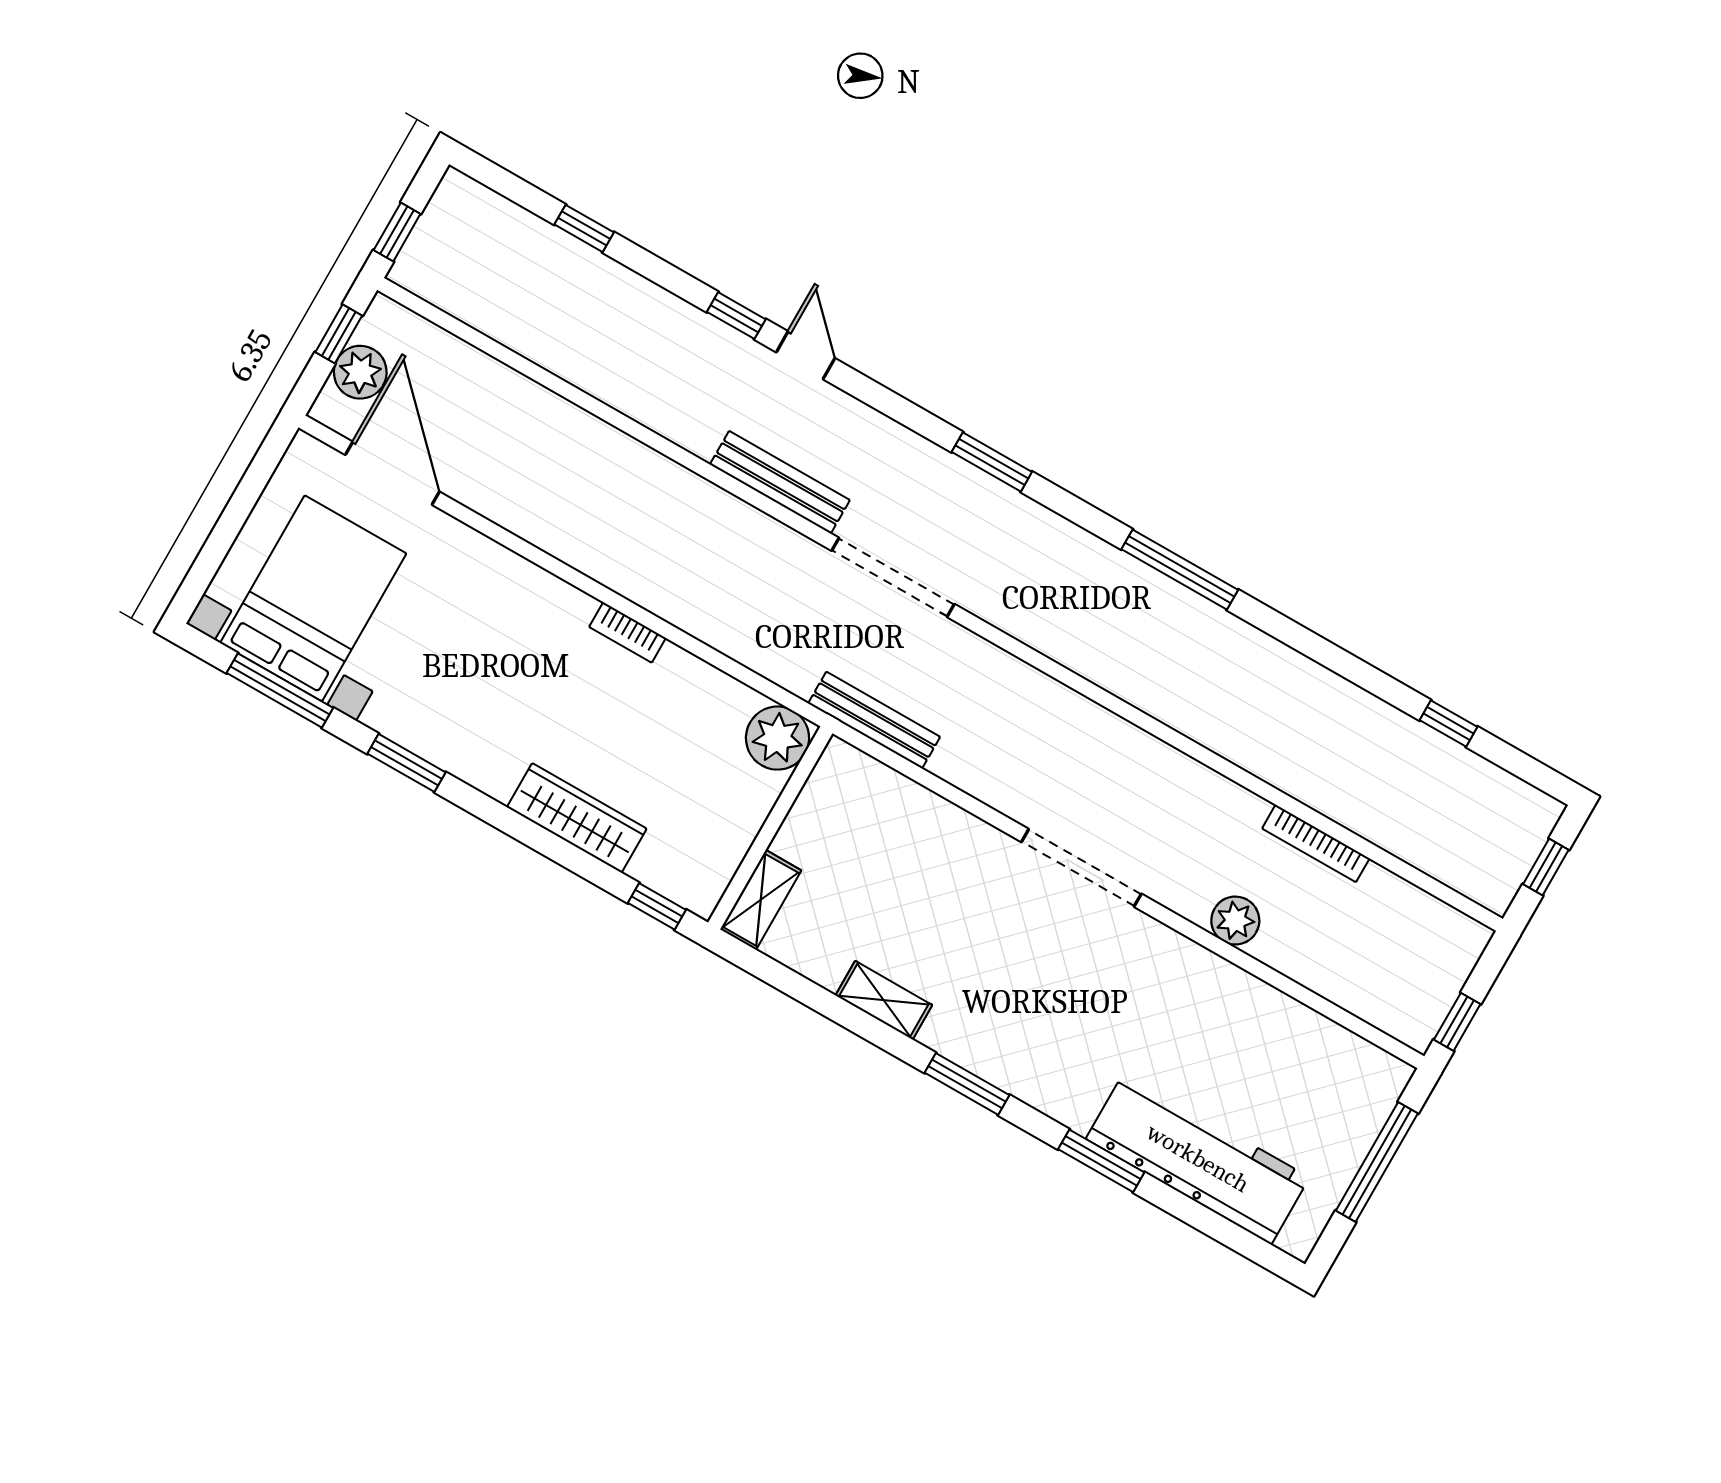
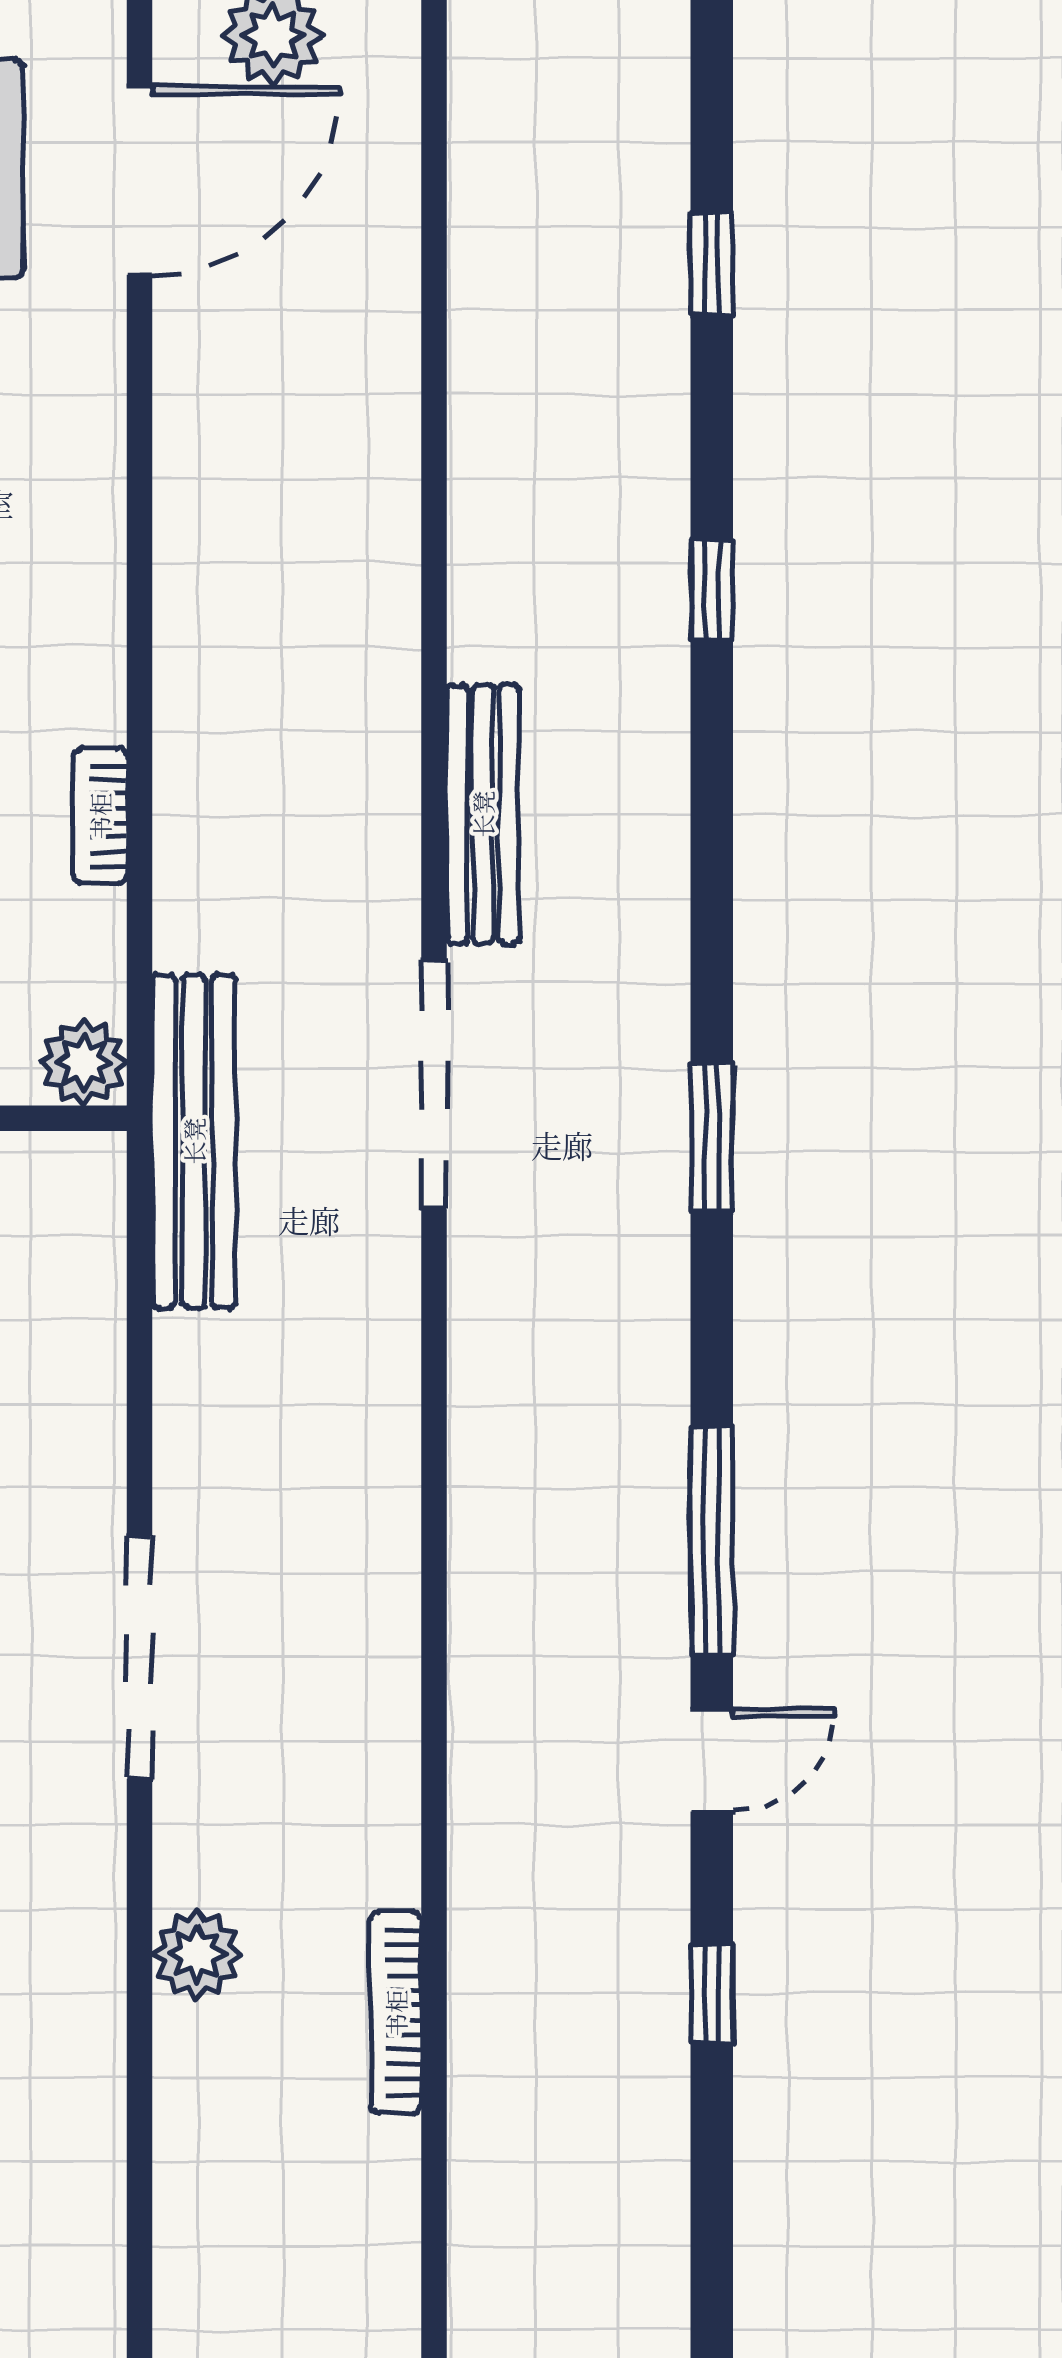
door: (806, 355) -> (712, 1760), moved
bookcase: (627, 632) -> (100, 816), moved
bench: (874, 720) -> (194, 1141), width x1.37, depth x1.21
window: (1449, 724) -> (712, 1994), moved
plant: (778, 738) -> (84, 1063), width x0.73, depth x0.73

